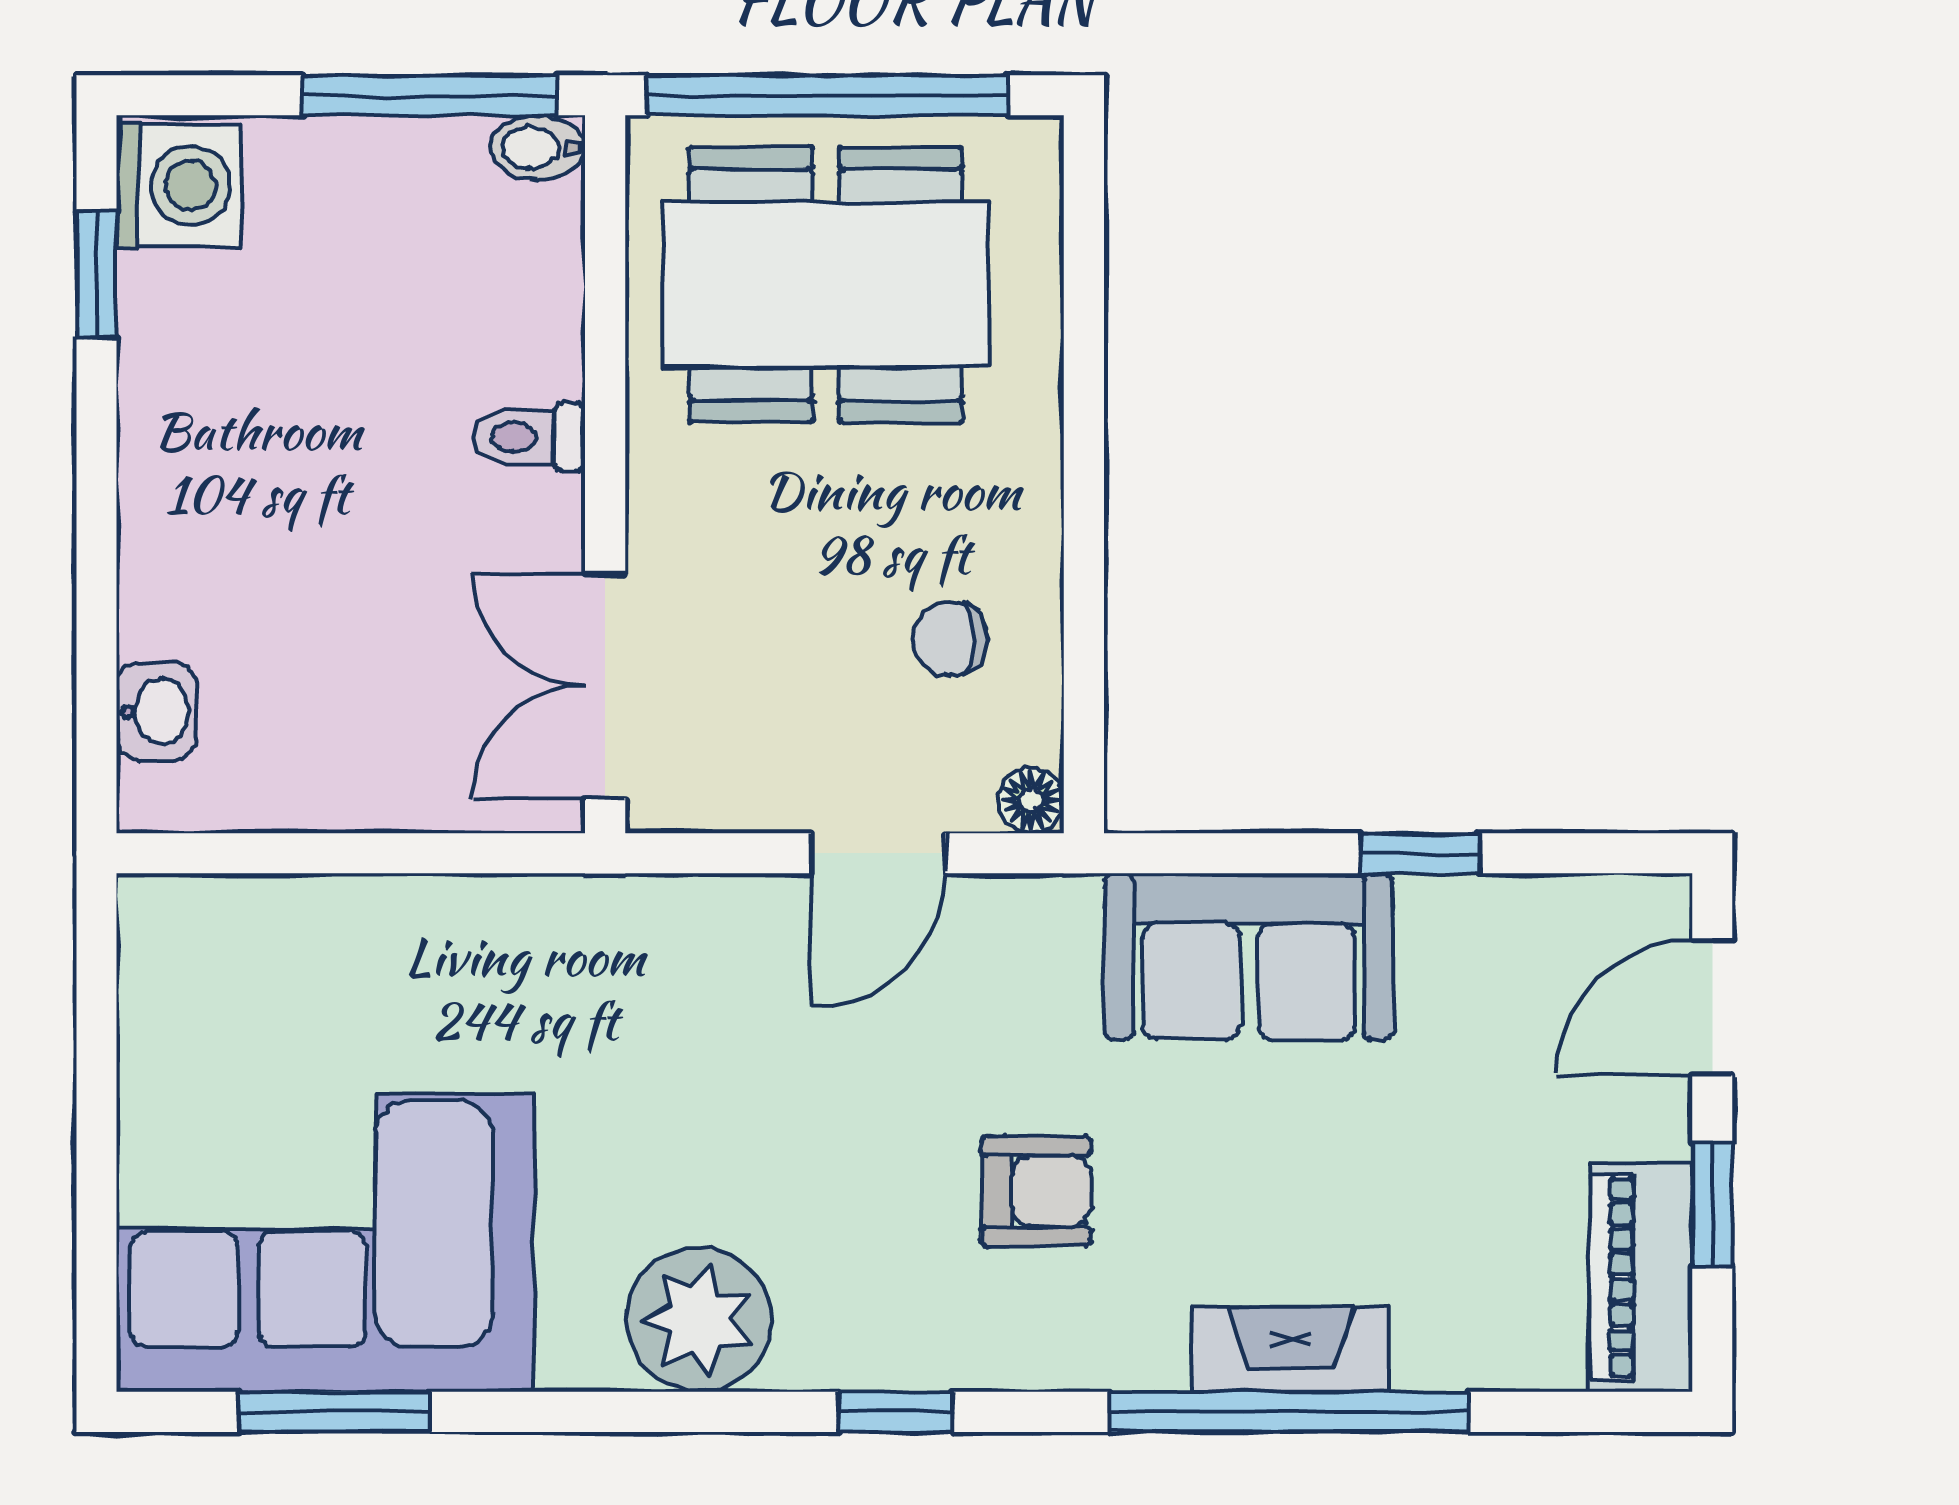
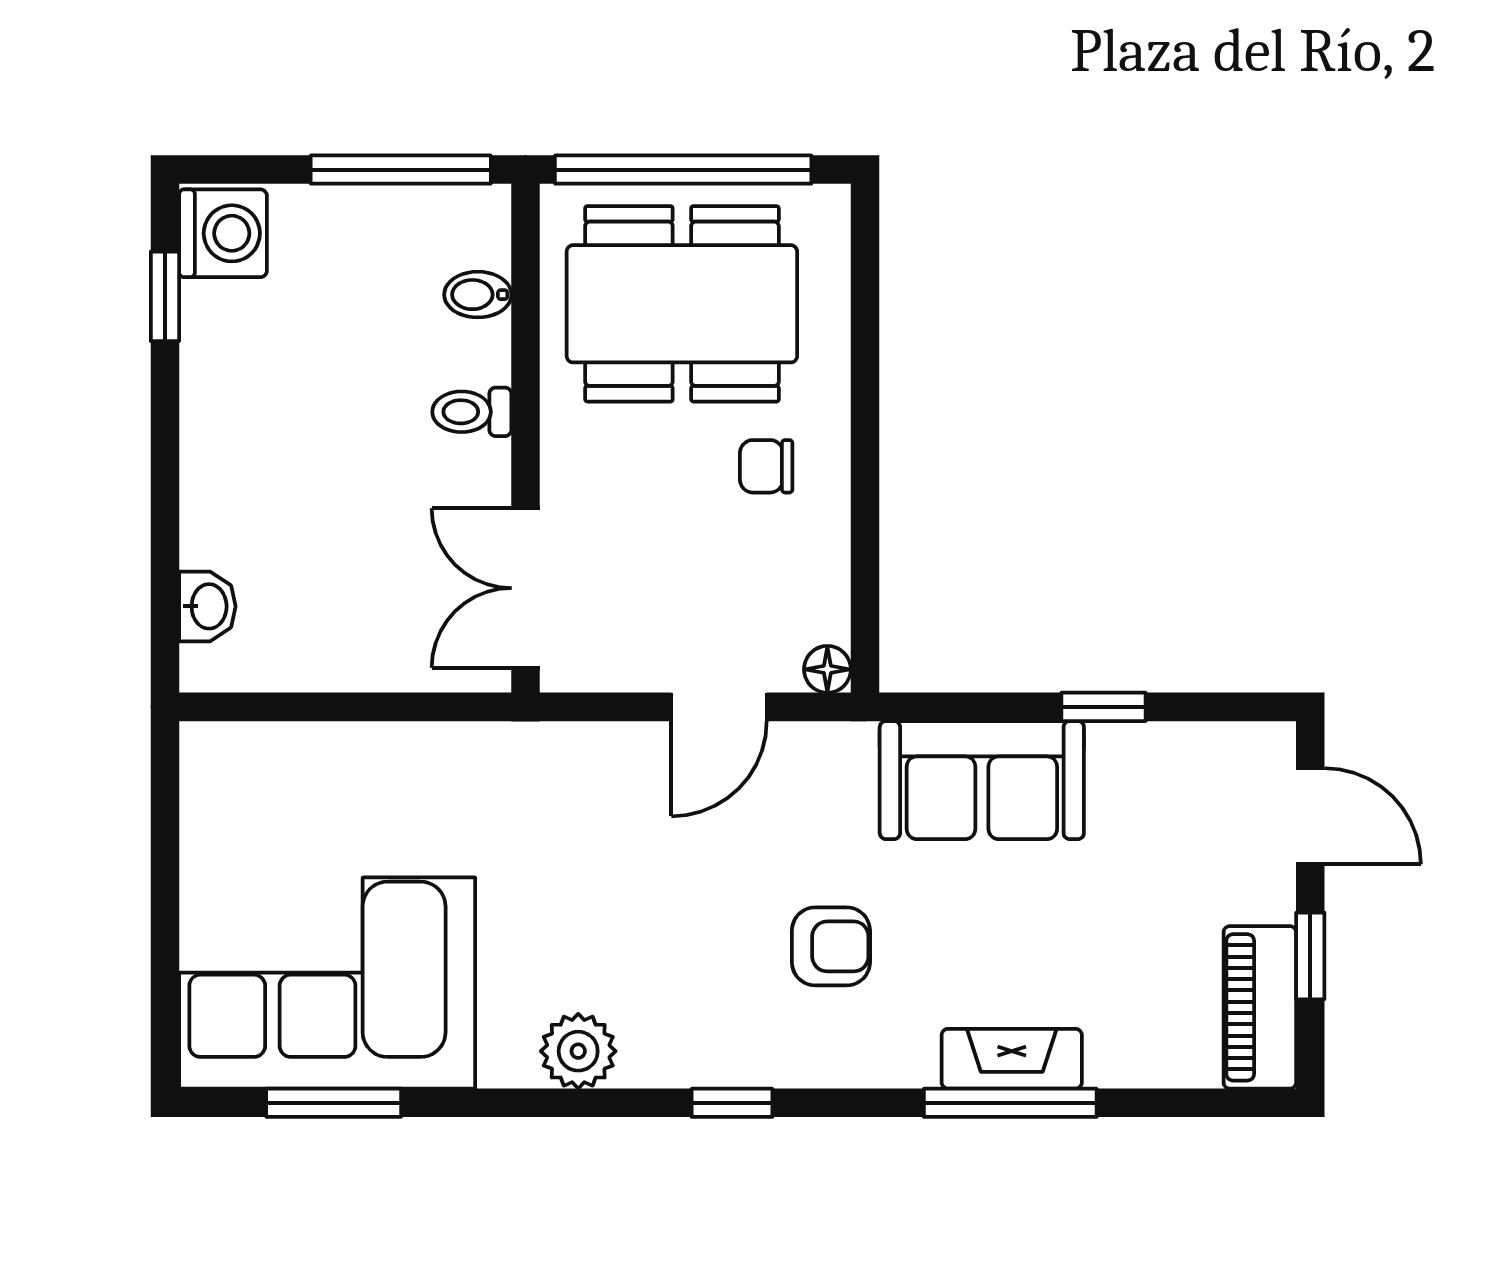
bidet: (538, 148) -> (478, 295), moved
chair: (950, 639) -> (766, 466), moved
door: (1712, 1008) -> (1310, 816), swing flipped
plant: (699, 1320) -> (578, 1051), width x0.73, depth x0.73
window: (1289, 1412) -> (1010, 1103), width x0.68

